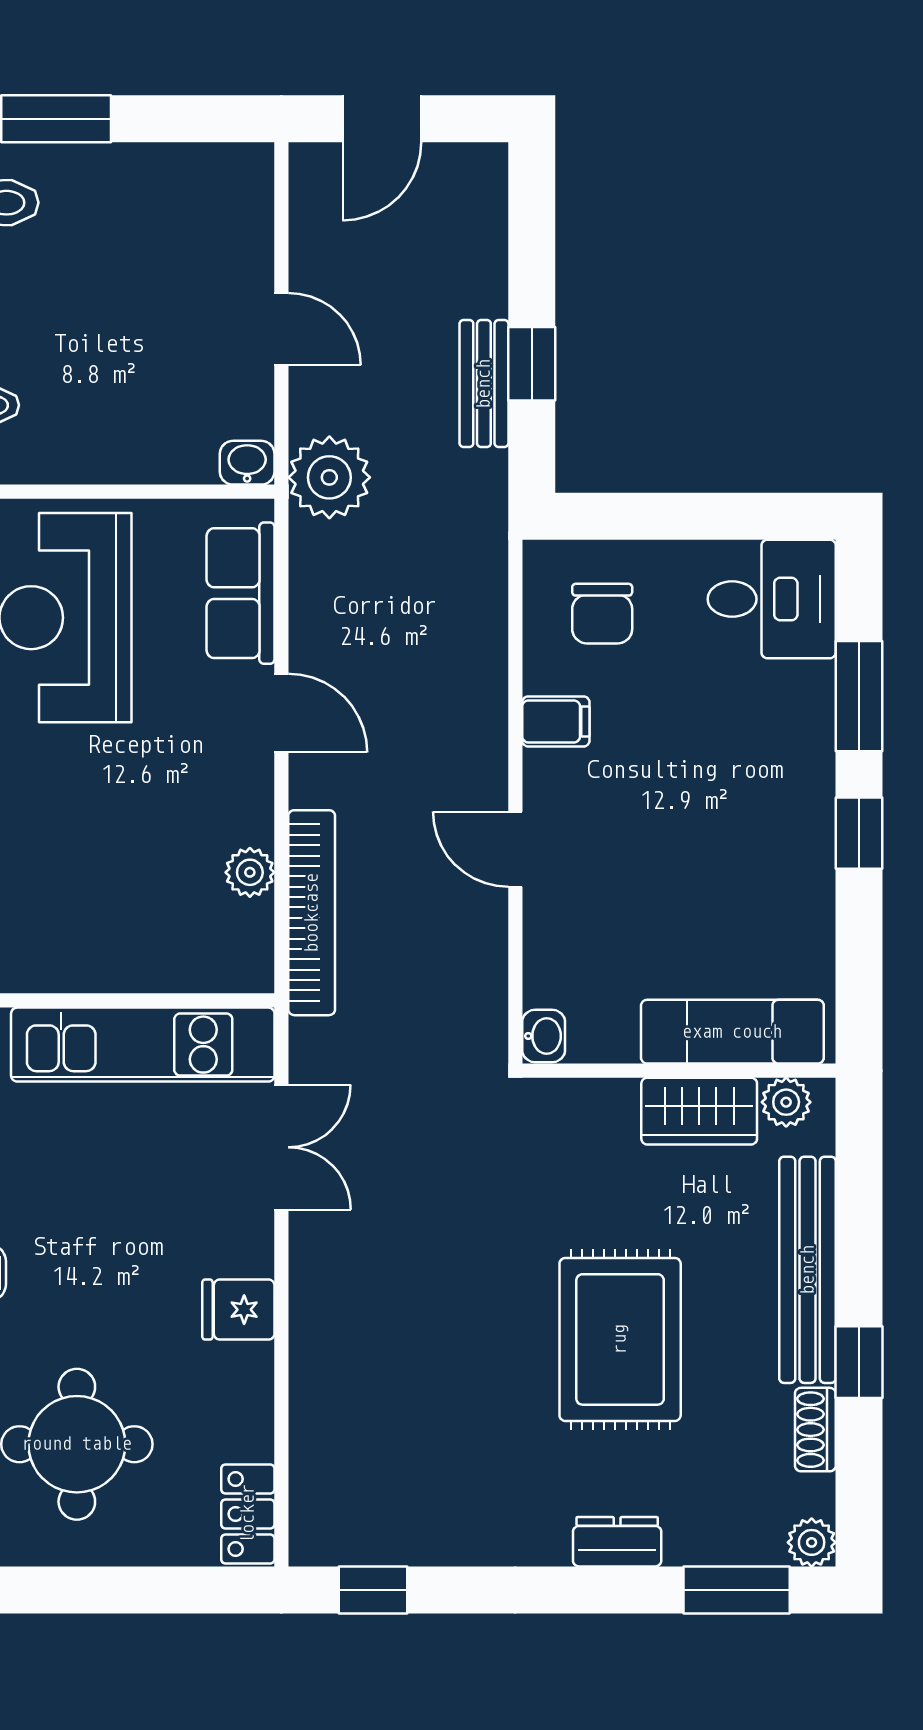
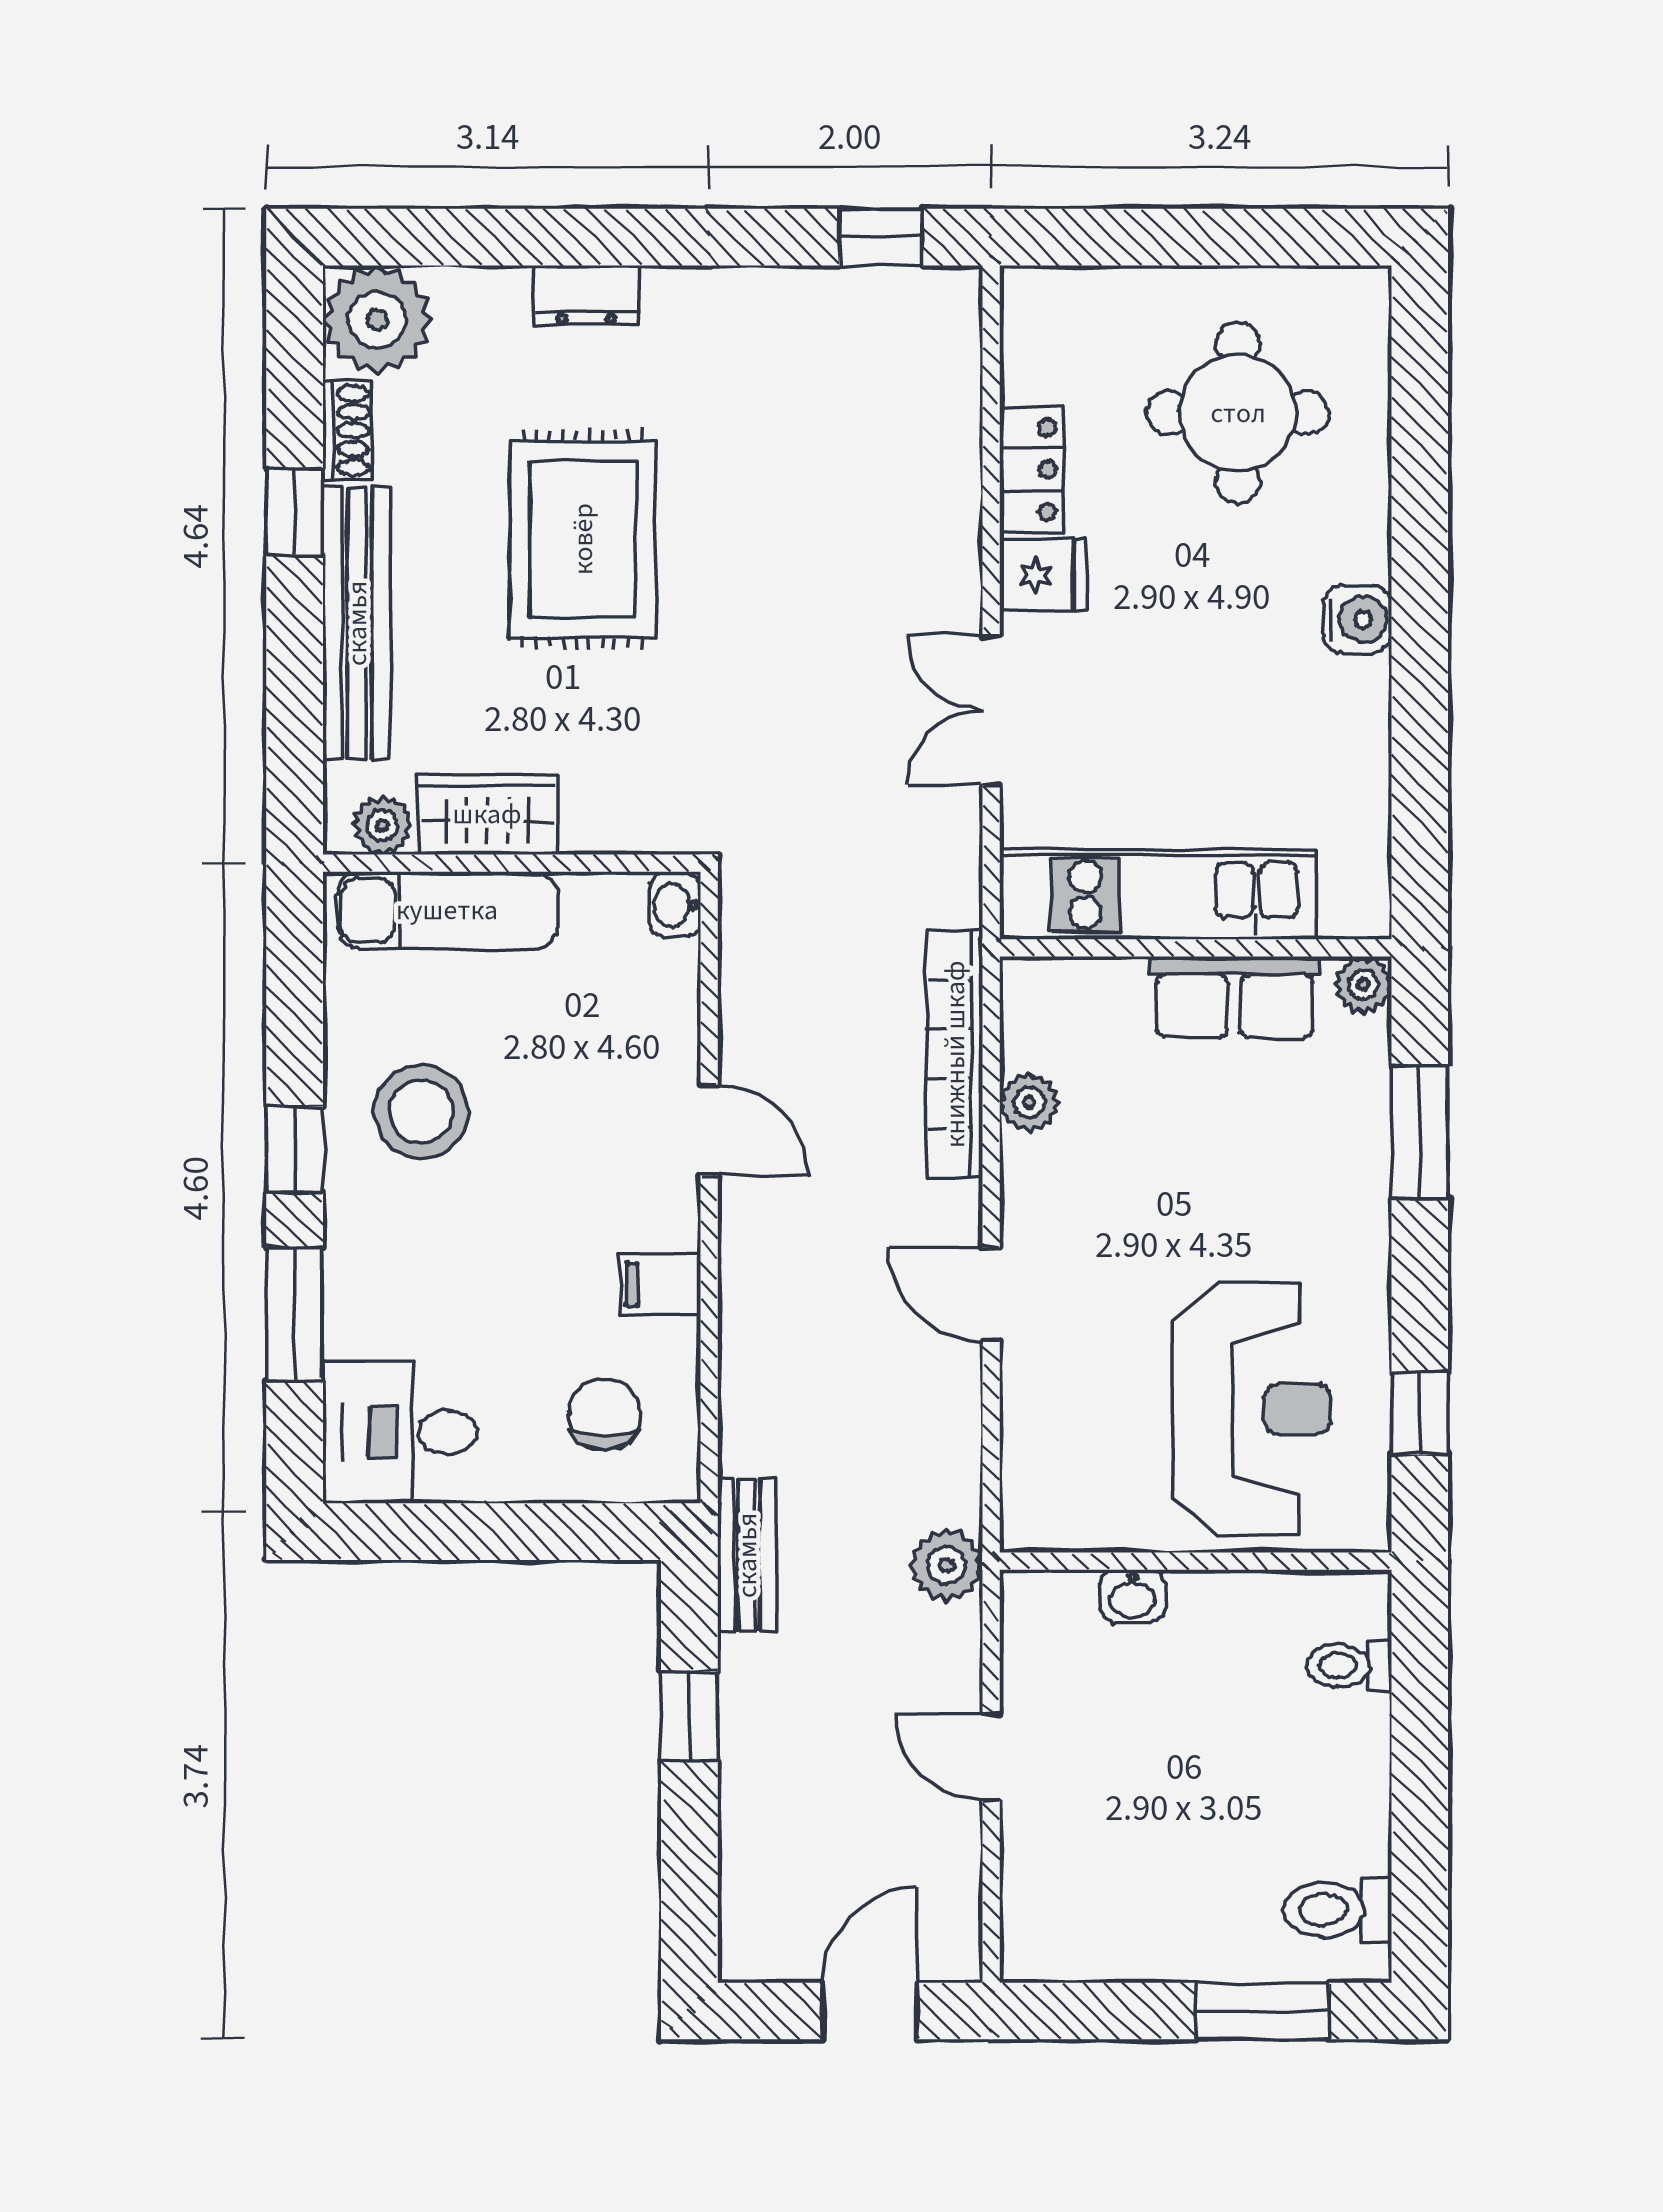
bench: (484, 384) -> (747, 1555), moved
washbasin: (247, 463) -> (1133, 1596), moved
plant: (329, 477) -> (947, 1565), width x0.73, depth x0.73
row of seats: (241, 593) -> (1234, 997), moved, turned 90
stool: (754, 865) -> (421, 1112), added
double door: (281, 1147) -> (991, 710), moved
locker: (248, 1514) -> (1032, 470), moved
plant: (812, 1542) -> (377, 320), width x1.88, depth x1.88
window: (737, 1590) -> (442, 237), removed

